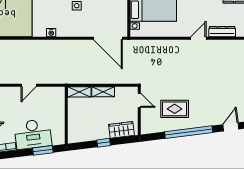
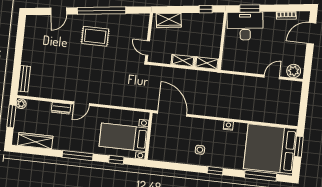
dresser: (222, 32) -> (61, 108), width x0.70
door: (29, 85) -> (272, 77), moved
rug: (175, 109) -> (95, 36), moved
desk: (33, 134) -> (245, 26), moved
window: (104, 143) -> (206, 9), moved

